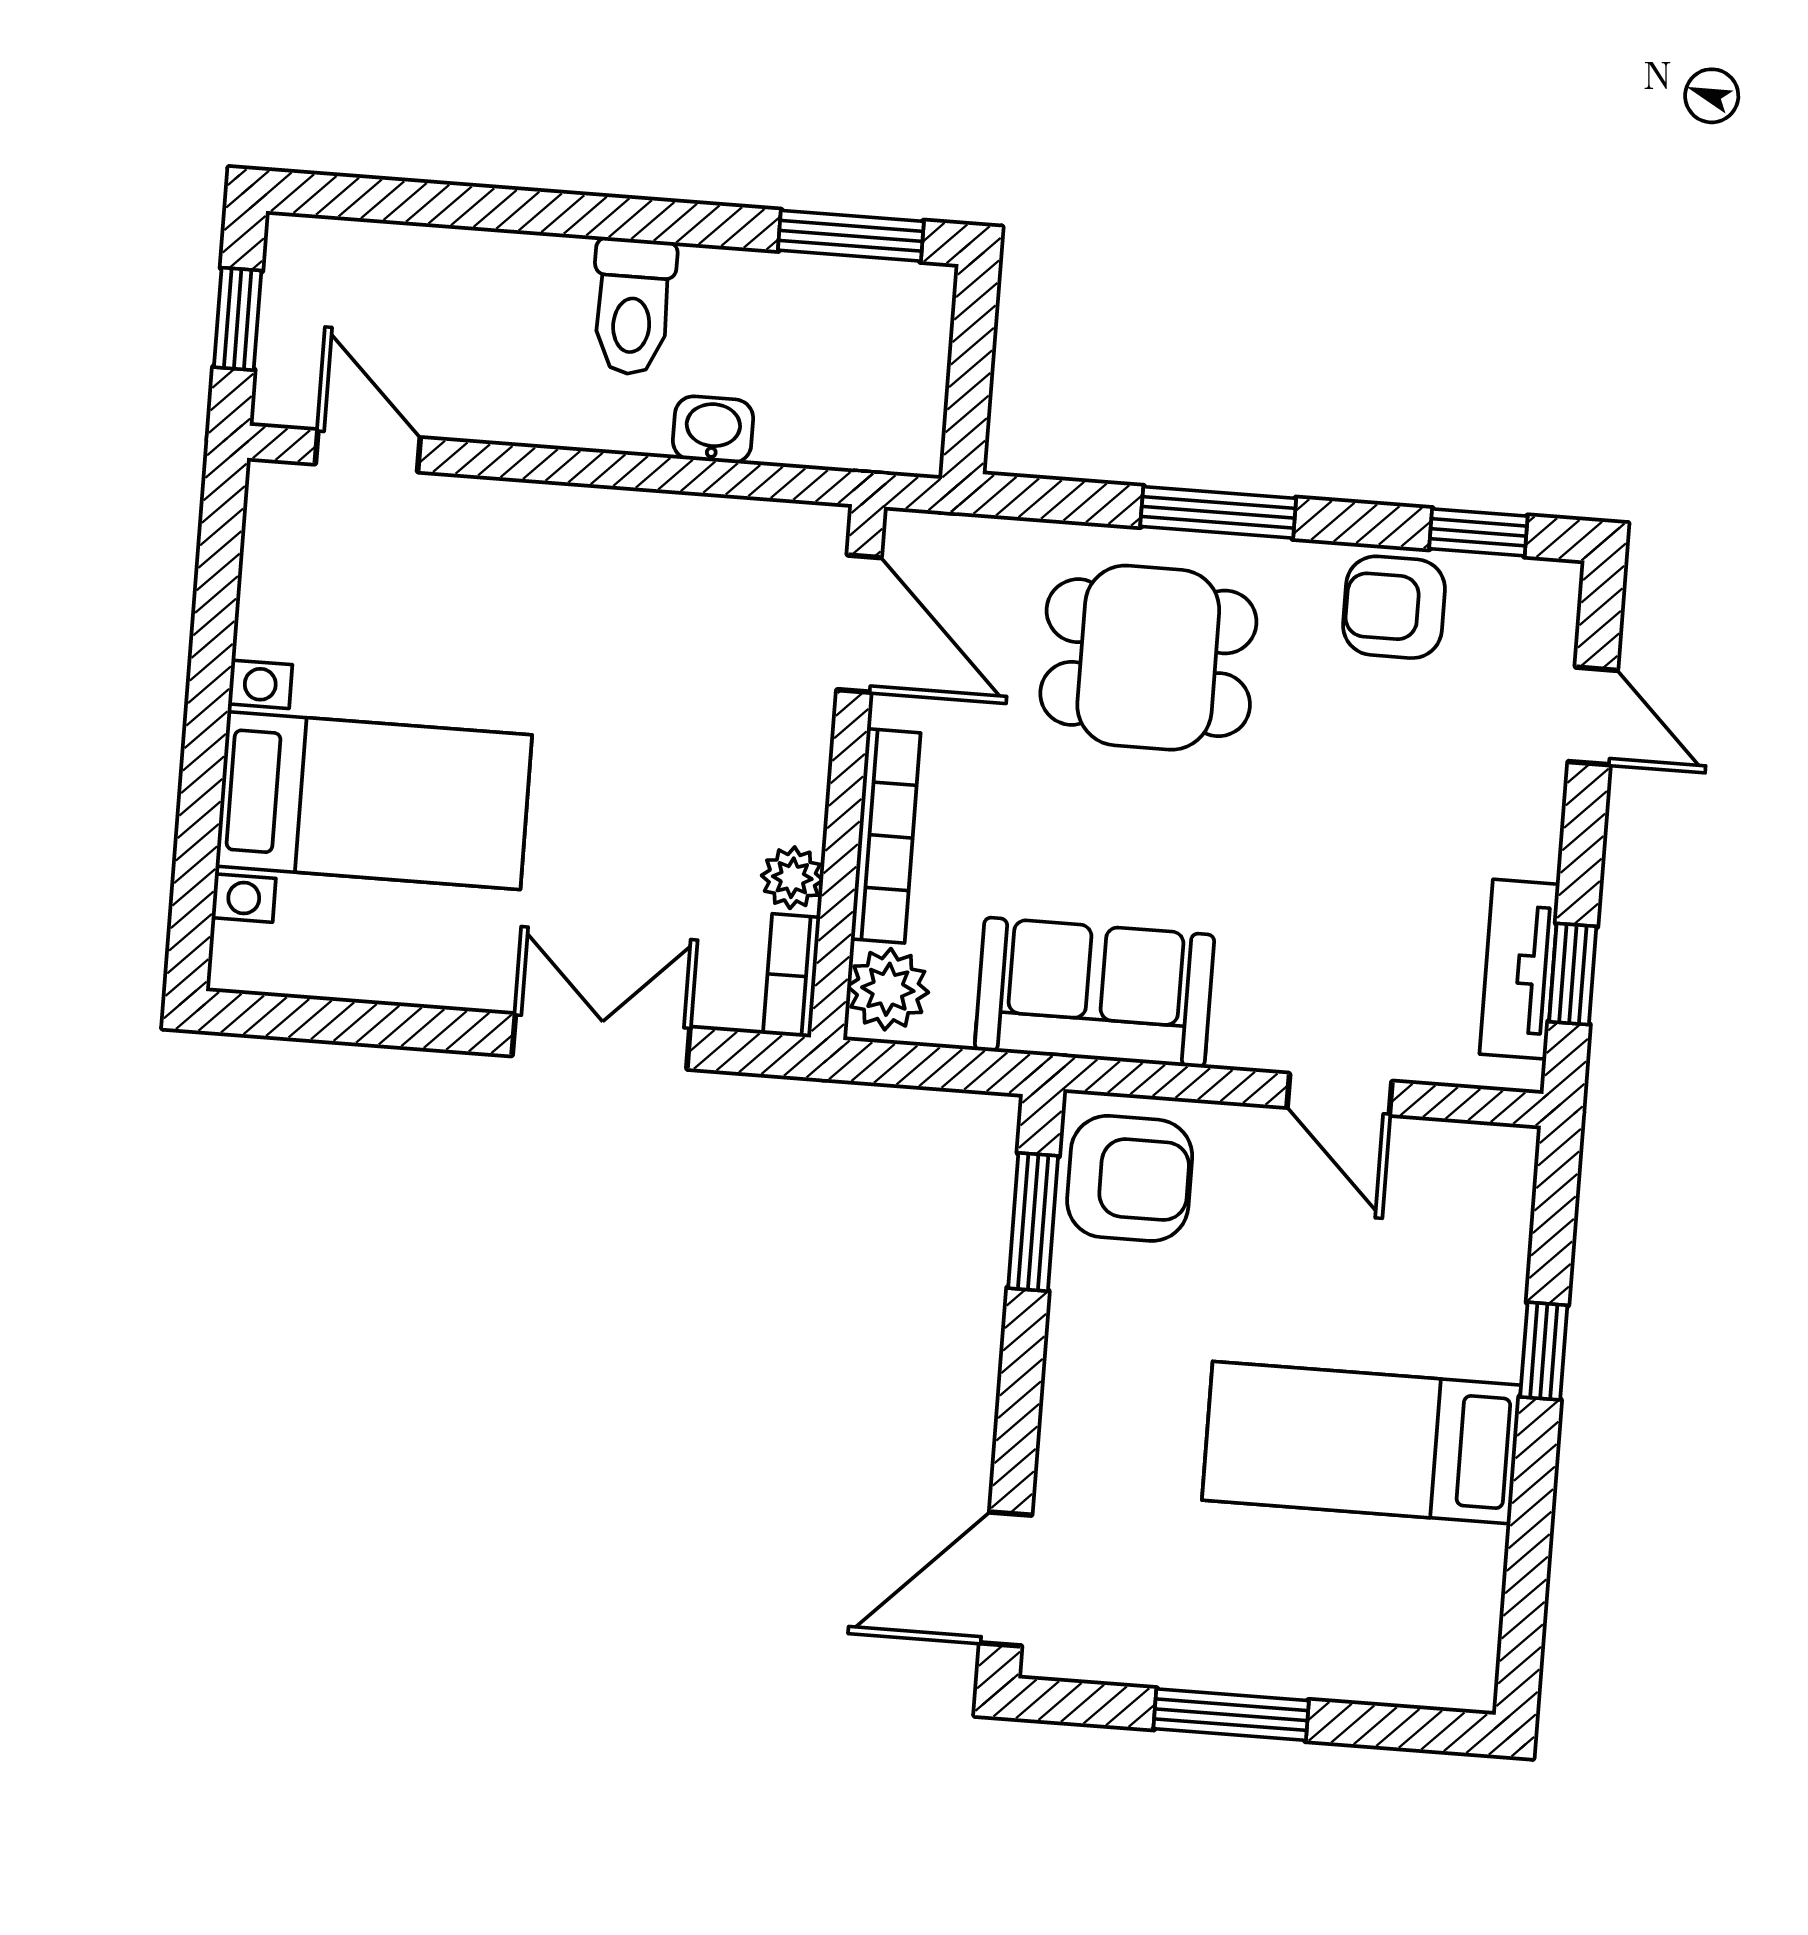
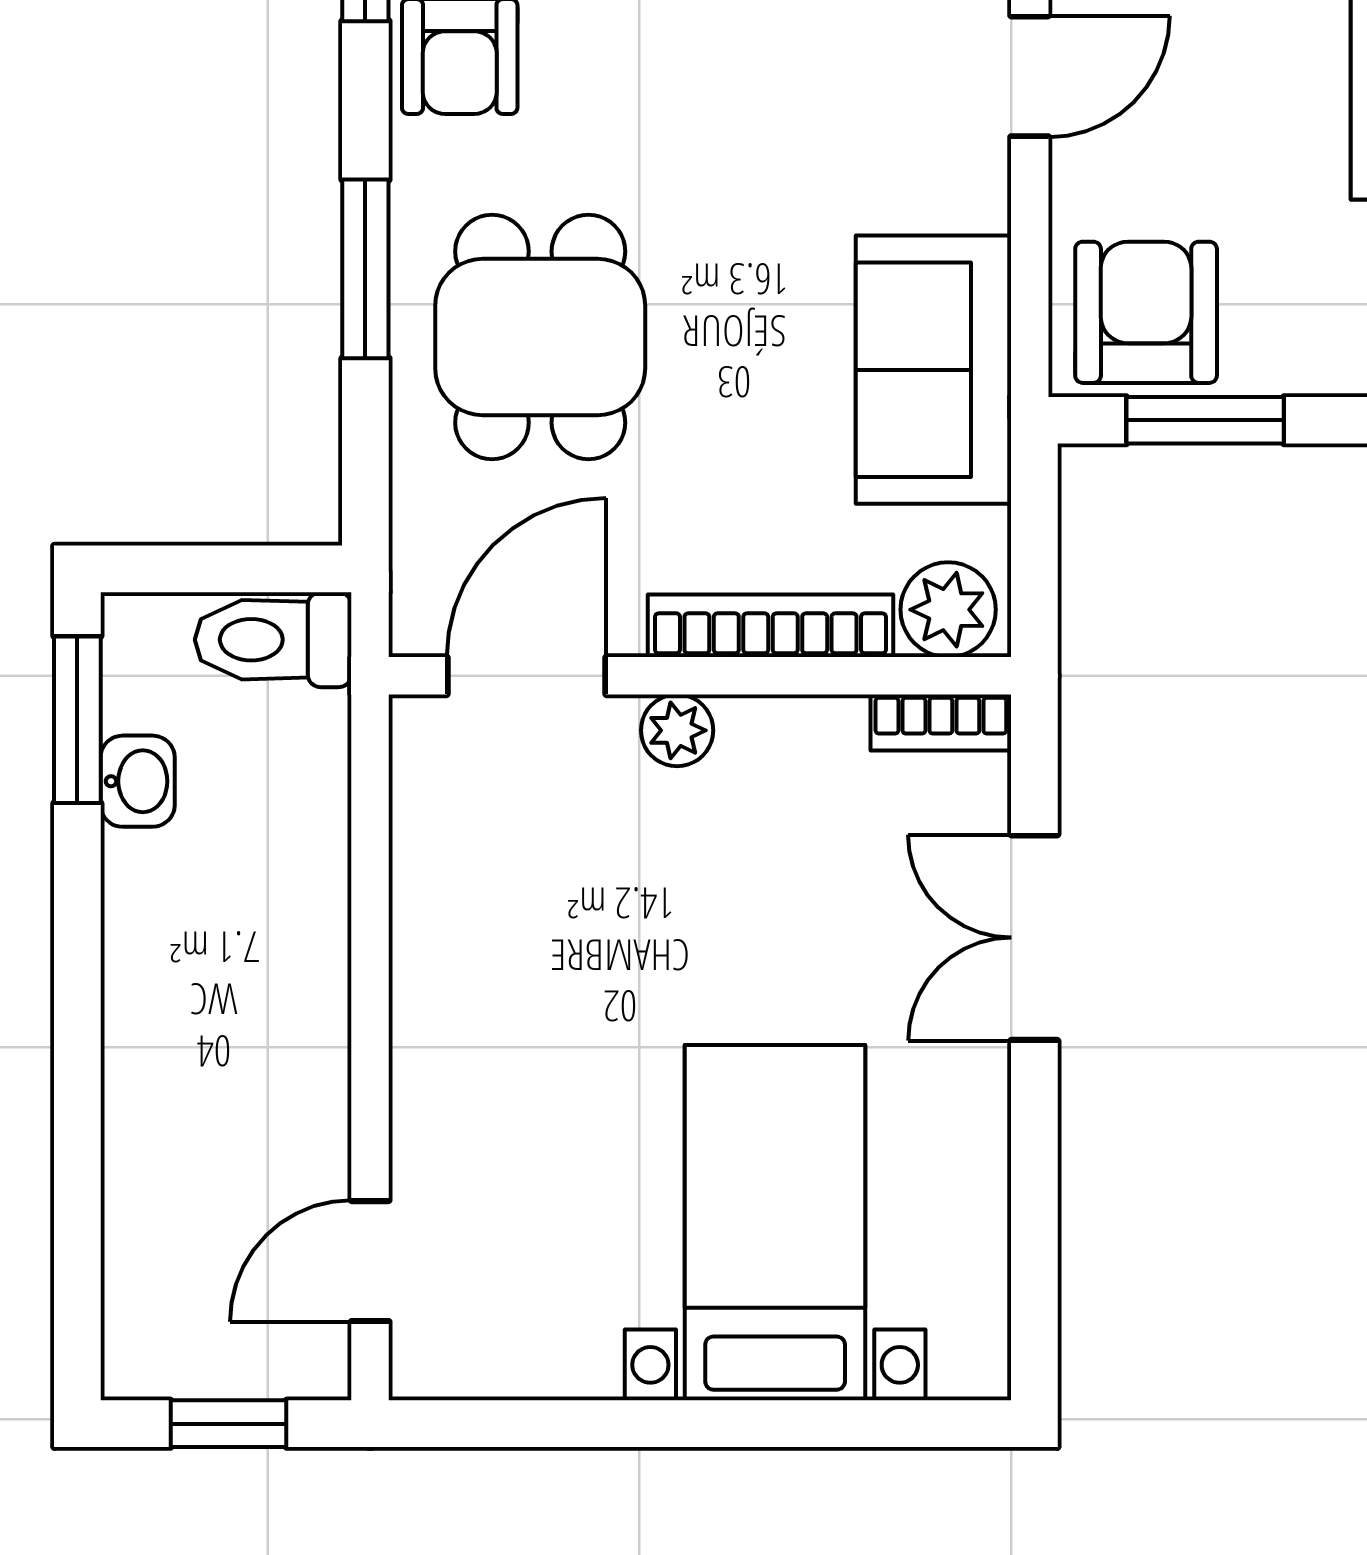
toilet: (633, 306) -> (273, 640), moved, turned 180
washbasin: (713, 430) -> (138, 781), moved, turned 180
plant: (792, 878) -> (677, 730), moved

